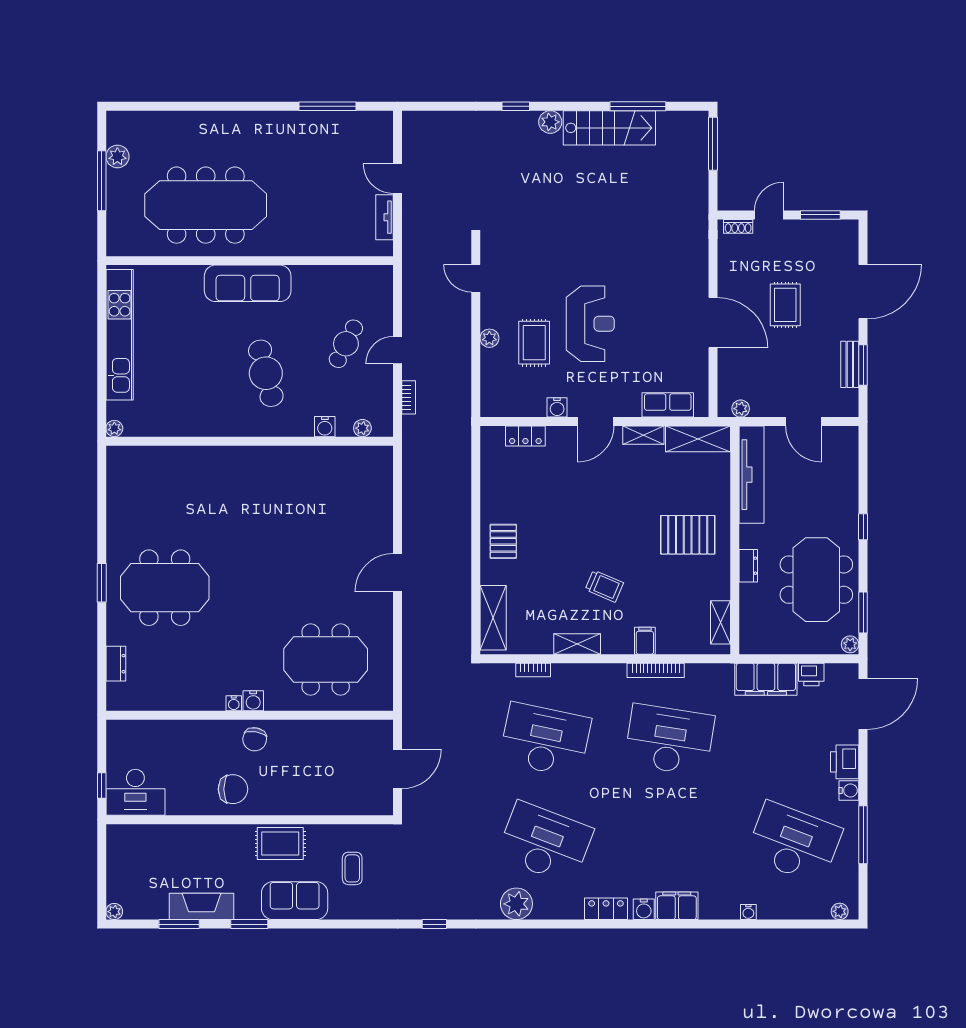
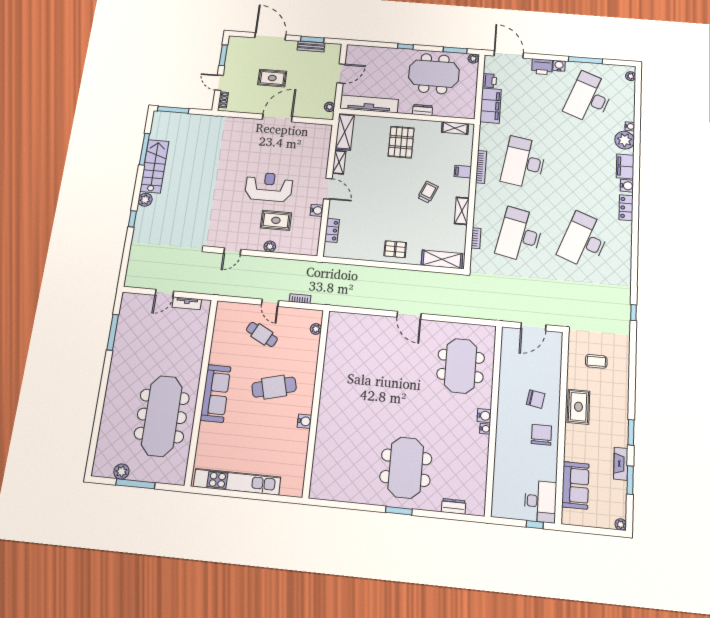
row of seats: (668, 405) -> (323, 147), removed
water cooler: (325, 427) -> (305, 421), moved
plant: (114, 429) -> (298, 492), removed
chair: (255, 739) -> (536, 399), moved
door: (398, 769) -> (533, 327), swing flipped
sofa: (295, 901) -> (575, 485), moved, turned 180
plant: (516, 904) -> (625, 140), moved
fireplace: (202, 906) -> (621, 464), width x0.73, depth x0.76

